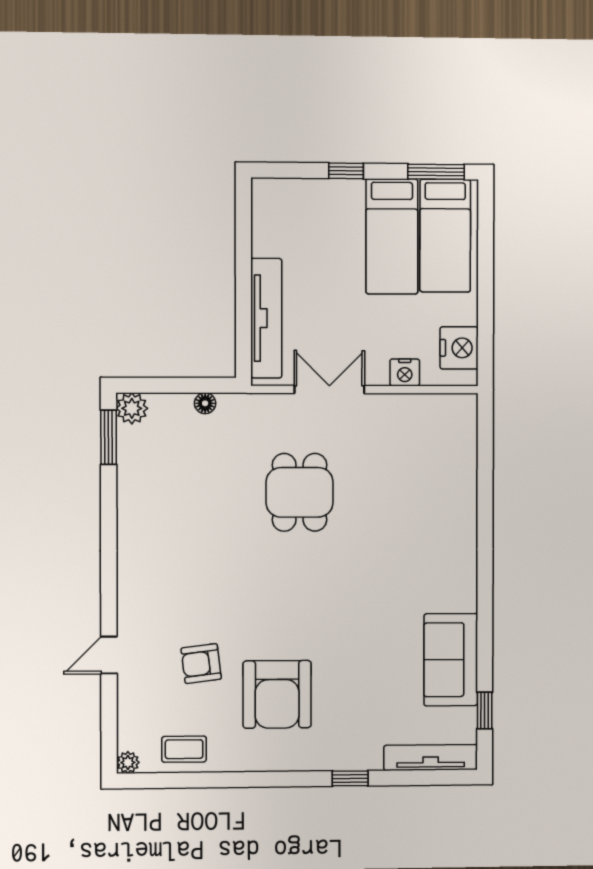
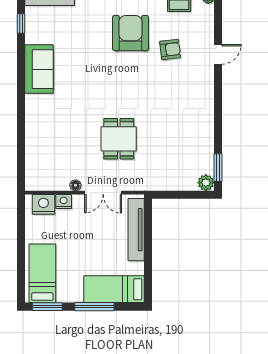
window: (346, 171) -> (94, 307), width x2.17
bed: (392, 236) -> (114, 289), moved, turned -90
nightstand: (459, 348) -> (43, 204), moved, turned 90
floor lamp: (205, 403) -> (75, 185), moved
sofa: (451, 660) -> (39, 69), moved

